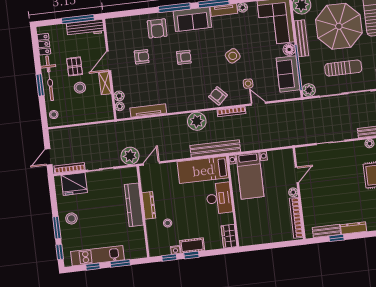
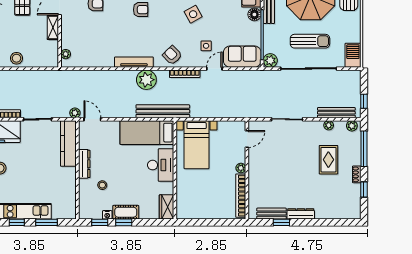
sofa: (288, 74) -> (242, 57), moved, turned 90
stool: (80, 88) -> (16, 58), moved
plant: (119, 96) -> (66, 43), removed
door: (258, 104) -> (214, 69), hinge flipped
tv unit: (148, 111) -> (134, 62), moved
plant: (130, 156) -> (75, 113), width x0.53, depth x0.53
door: (151, 163) -> (92, 119), hinge flipped
door: (297, 175) -> (247, 139), moved
kitchen counter: (134, 205) -> (68, 143), moved

